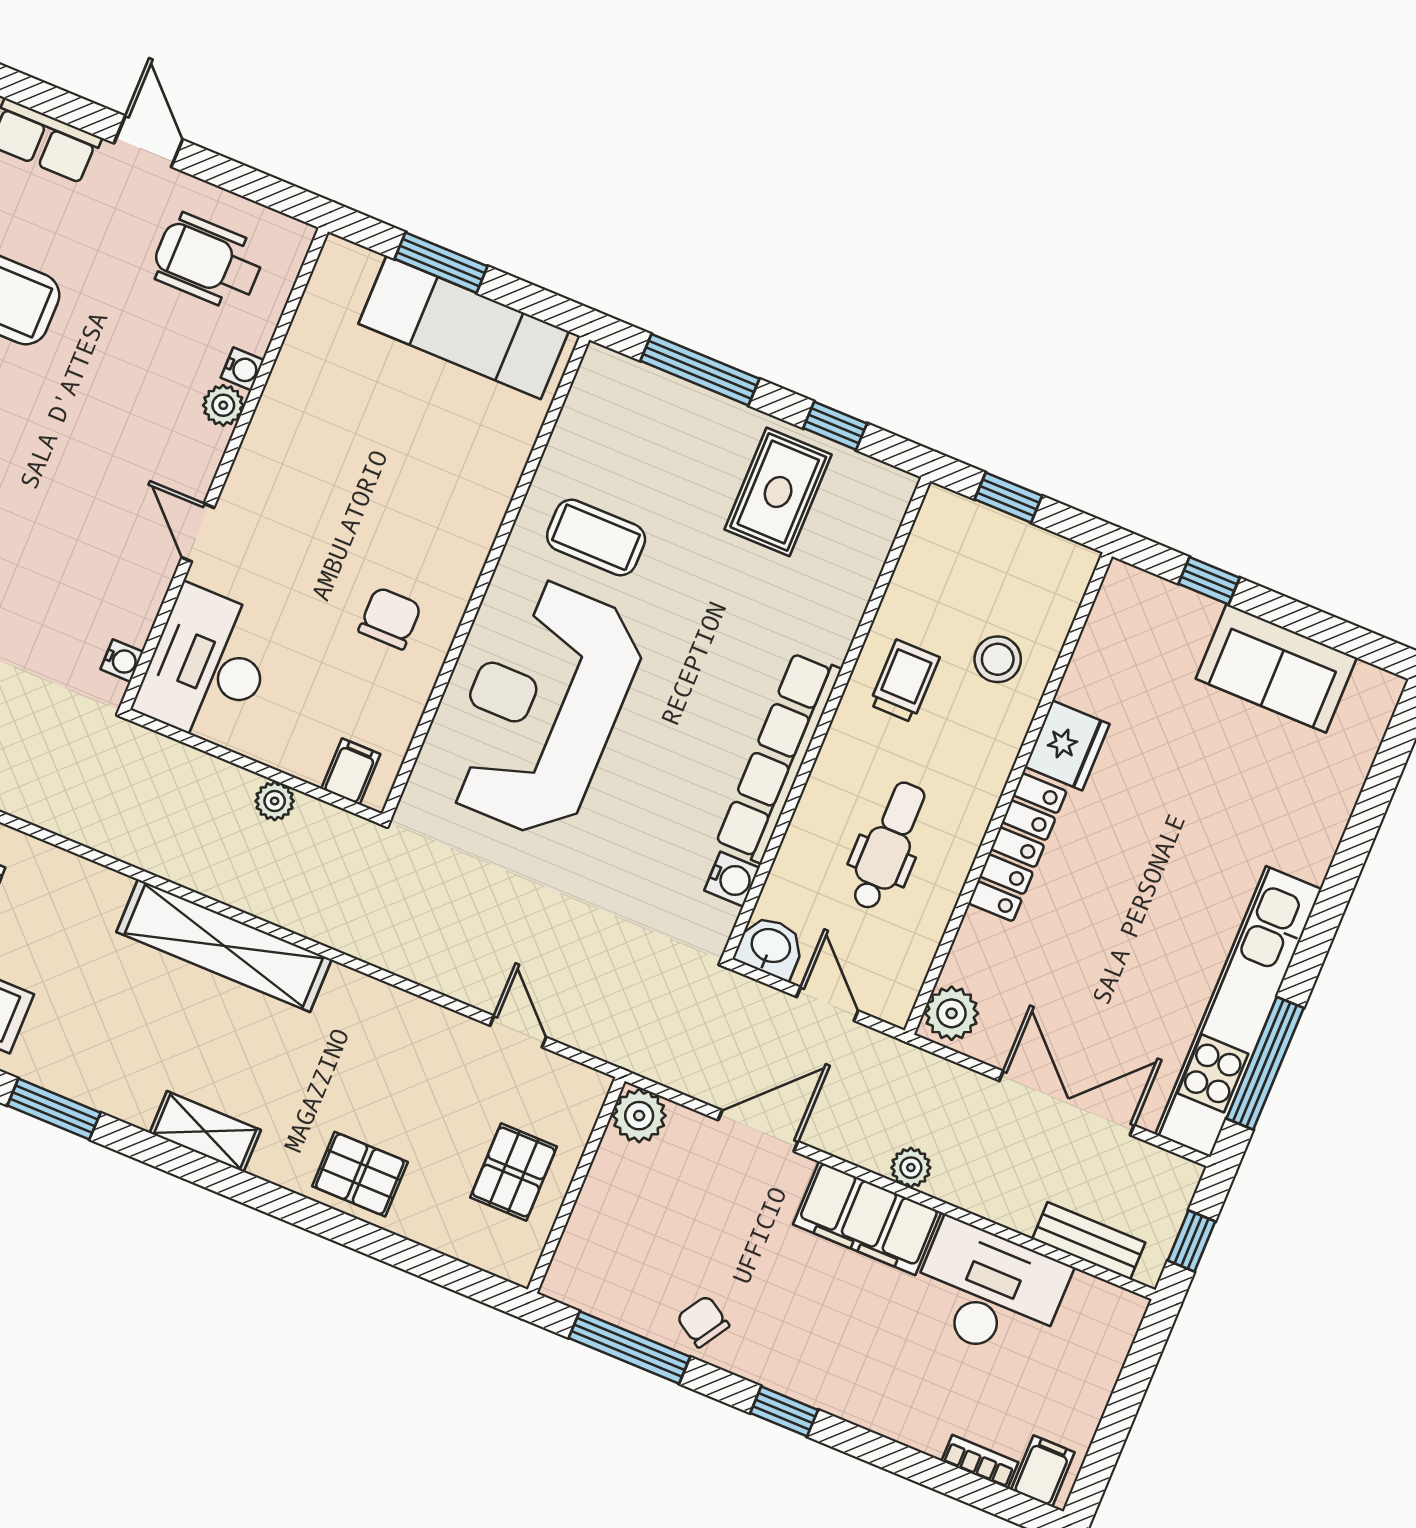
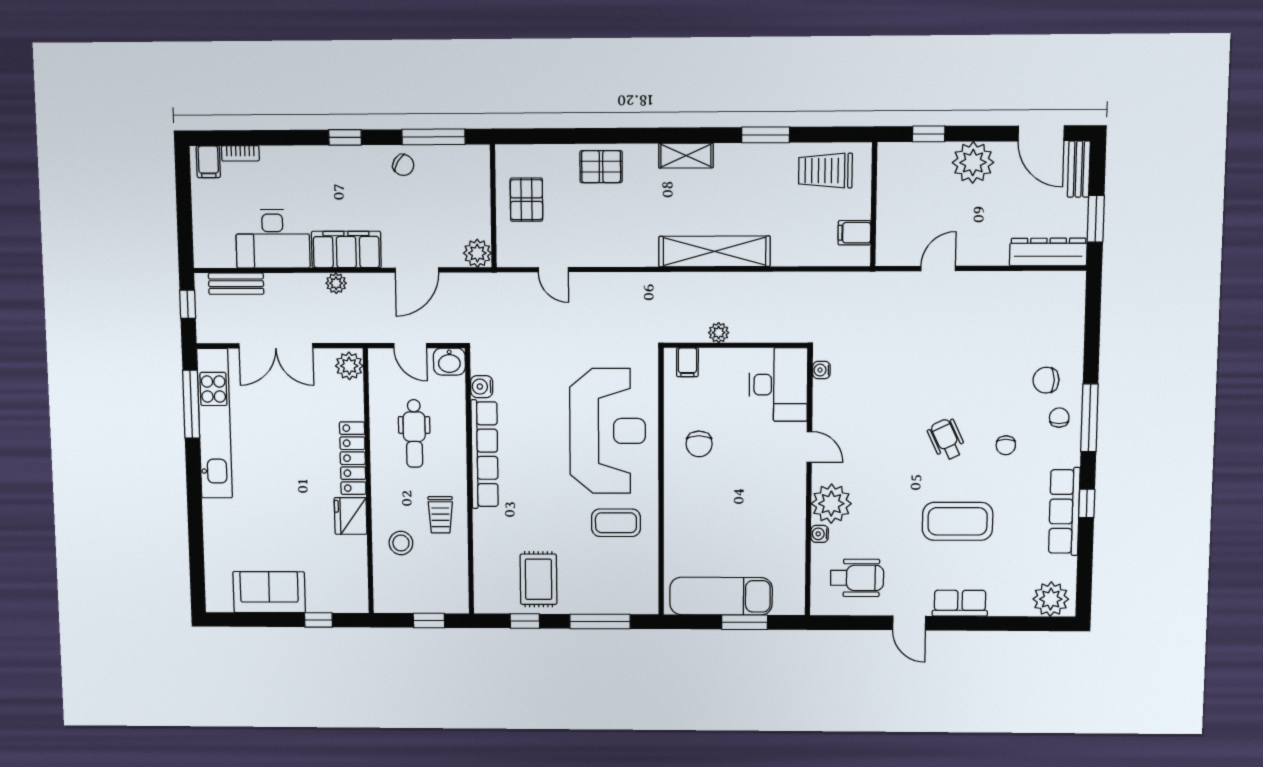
plant: (223, 405) -> (831, 504), width x1.88, depth x1.88

